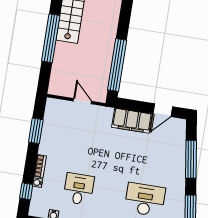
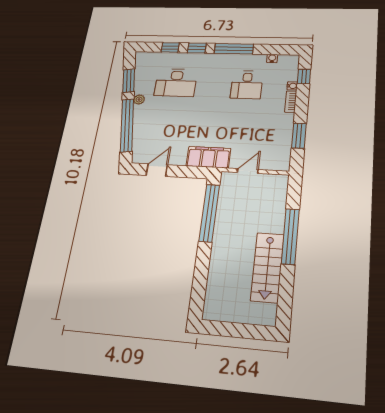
door: (82, 101) -> (248, 171), swing flipped
filing cabinet: (132, 121) -> (208, 157), moved
window: (191, 159) -> (127, 125), width x1.46
plant: (180, 185) -> (139, 100), added

